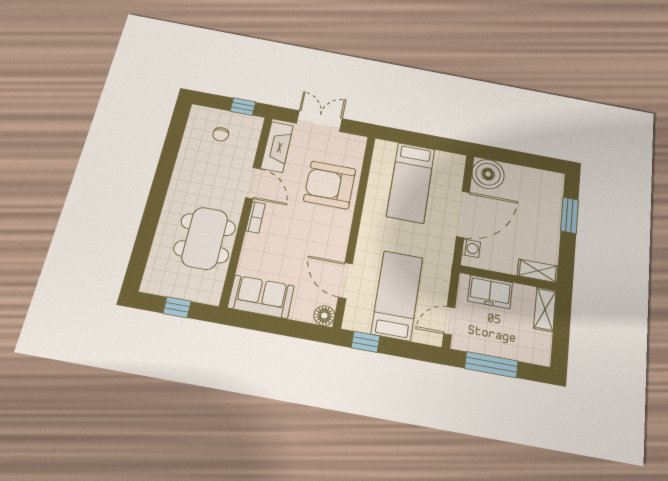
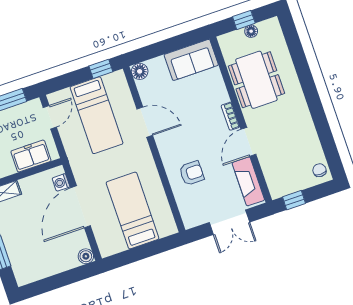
chair: (221, 134) -> (319, 170), moved
boiler: (488, 174) -> (86, 256), width x0.54, depth x0.54
door: (253, 183) -> (248, 142), hinge flipped
armchair: (330, 185) -> (192, 173), width x0.53, depth x0.53
door: (345, 281) -> (145, 122), moved
floor lamp: (177, 291) -> (251, 31), added

